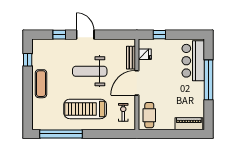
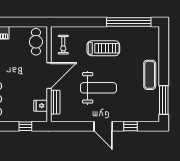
window: (28, 60) -> (164, 100), width x2.17
treadmill: (85, 109) -> (103, 48), width x0.73, depth x0.73

